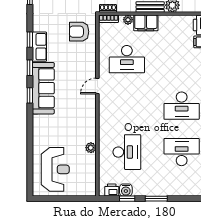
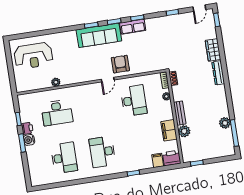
filing cabinet: (146, 23) -> (169, 130), moved
armchair: (79, 32) -> (120, 64), moved
desk: (127, 59) -> (134, 101), turned 180
door: (97, 86) -> (108, 80), swing flipped
printer: (112, 190) -> (27, 128), moved
water cooler: (126, 190) -> (29, 140), moved

